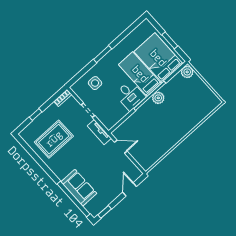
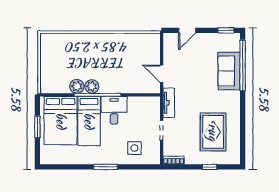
plant: (187, 72) -> (77, 86), moved
rug: (54, 139) -> (213, 132), turned 90

